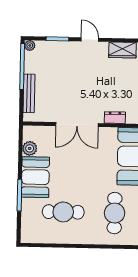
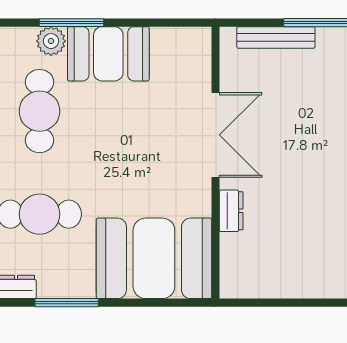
double door: (77, 125) -> (215, 135), swing flipped
plant: (30, 148) -> (51, 41), moved

